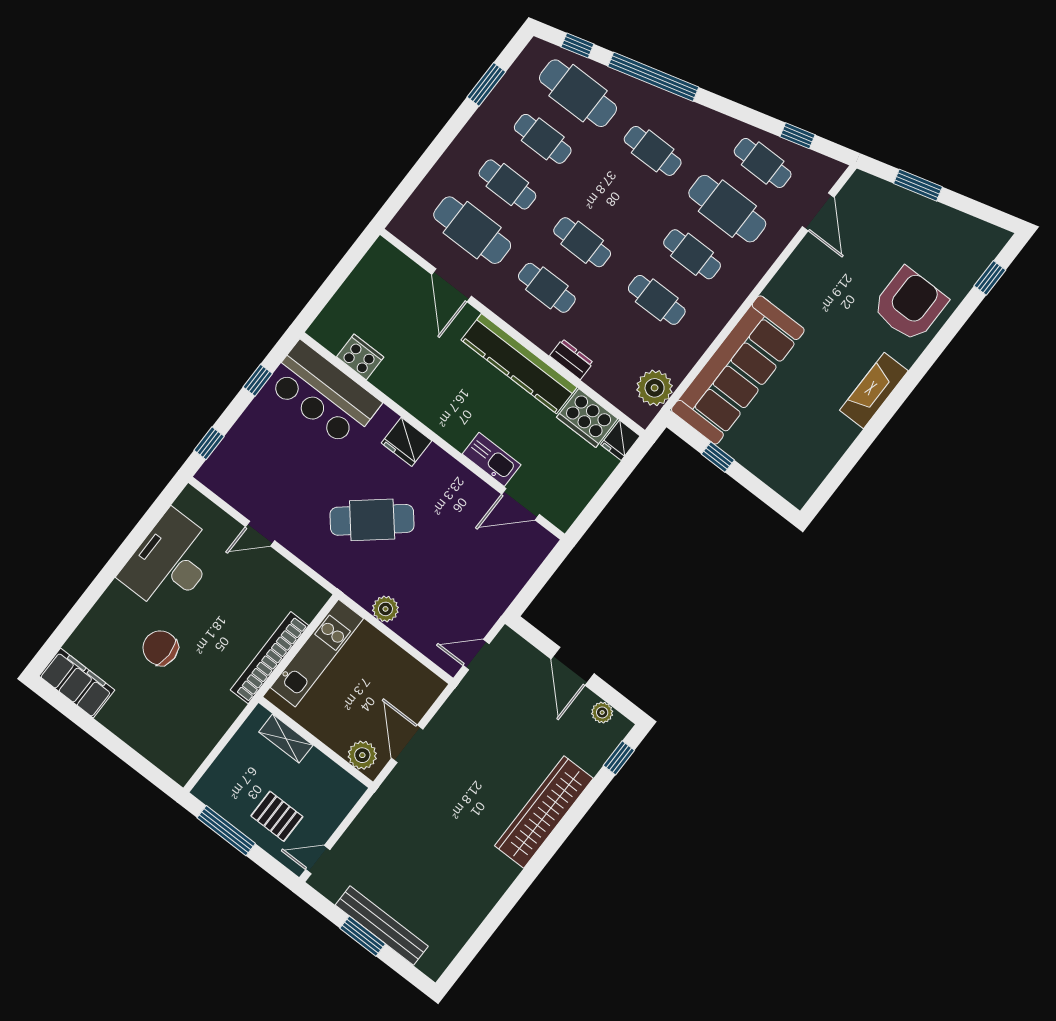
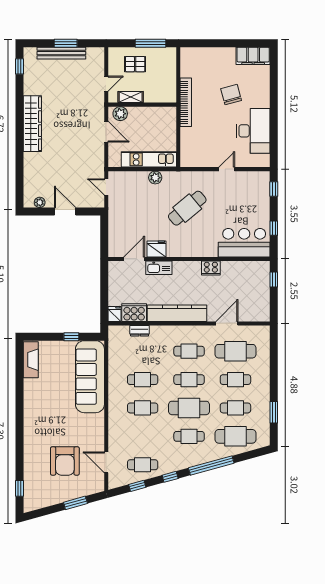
window: (577, 46) -> (170, 477), moved
cafe table: (727, 209) -> (189, 408), moved
door: (452, 285) -> (227, 323), hinge flipped
window: (322, 298) -> (274, 280), added
armchair: (910, 305) -> (65, 461), moved
cooker: (360, 357) -> (211, 268), moved
dresser: (571, 359) -> (140, 331), moved
plant: (655, 388) -> (117, 345), removed
fireplace: (874, 391) -> (31, 360), moved
fridge: (406, 442) -> (156, 249), moved
chair: (160, 648) -> (231, 95), turned -105
kitchen unit: (317, 653) -> (149, 159), moved, turned 90
door: (476, 655) -> (106, 187), swing flipped
bookcase: (269, 658) -> (186, 102), moved
shelving: (286, 739) -> (131, 97), moved
window: (619, 758) -> (19, 66), moved
wardrobe: (544, 812) -> (32, 124), moved
door: (318, 860) -> (106, 84), moved

